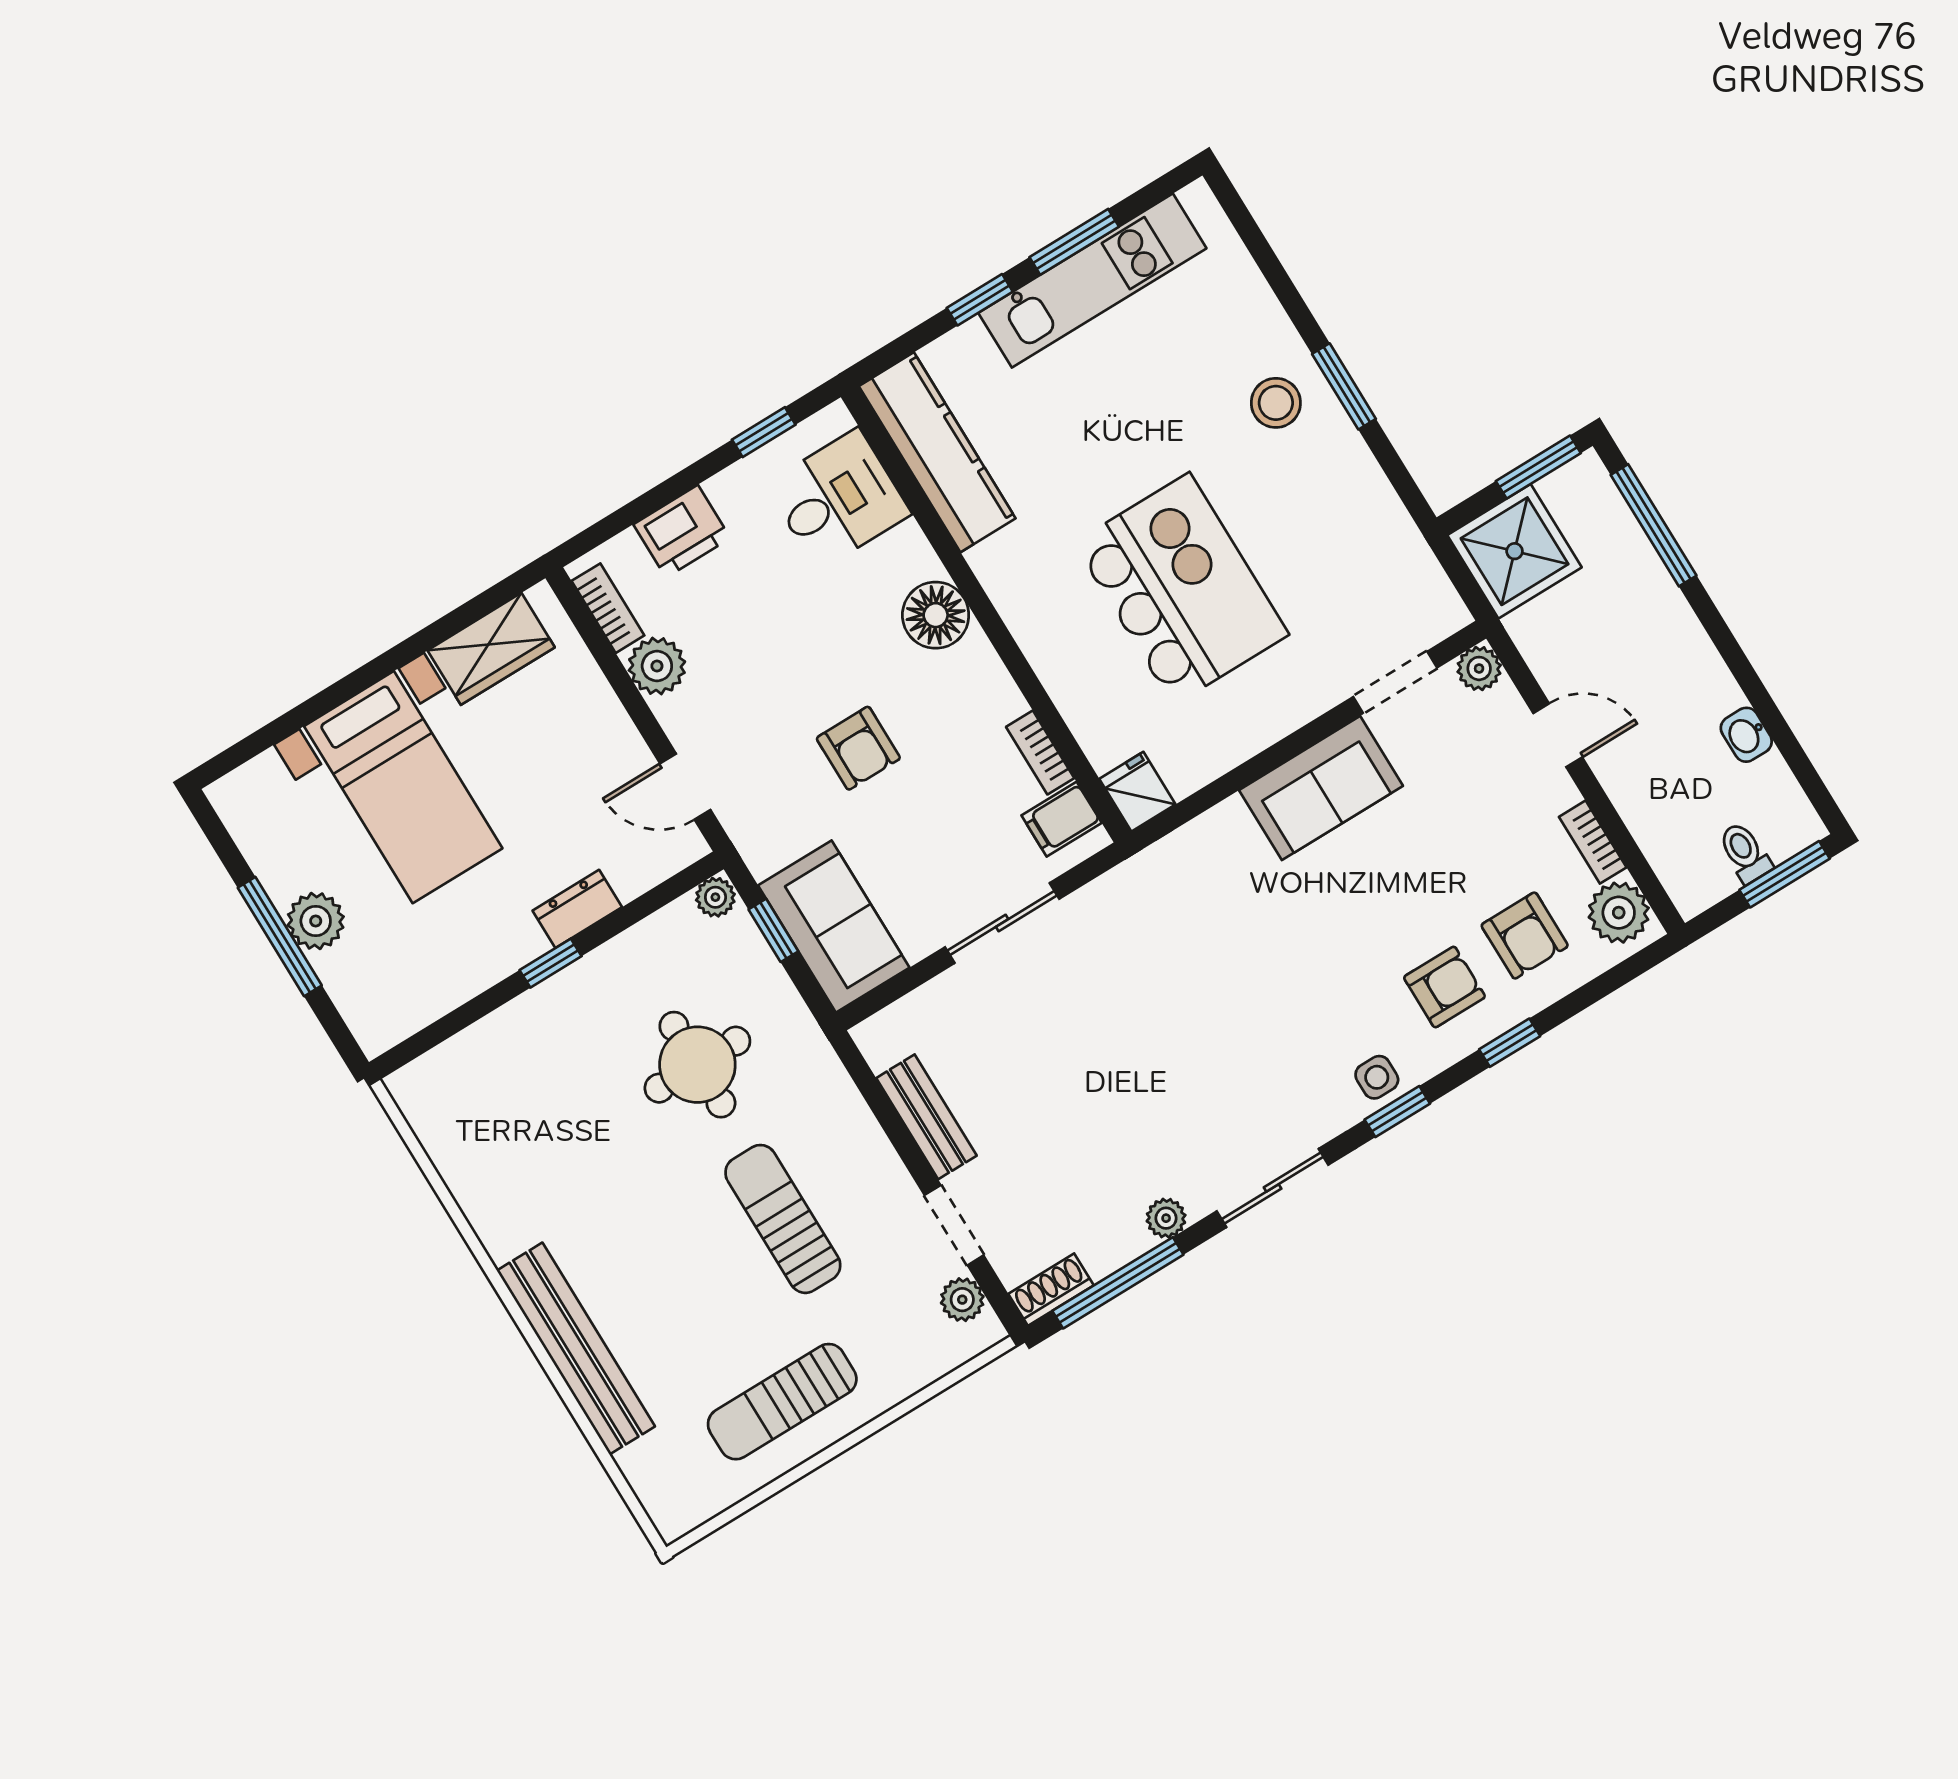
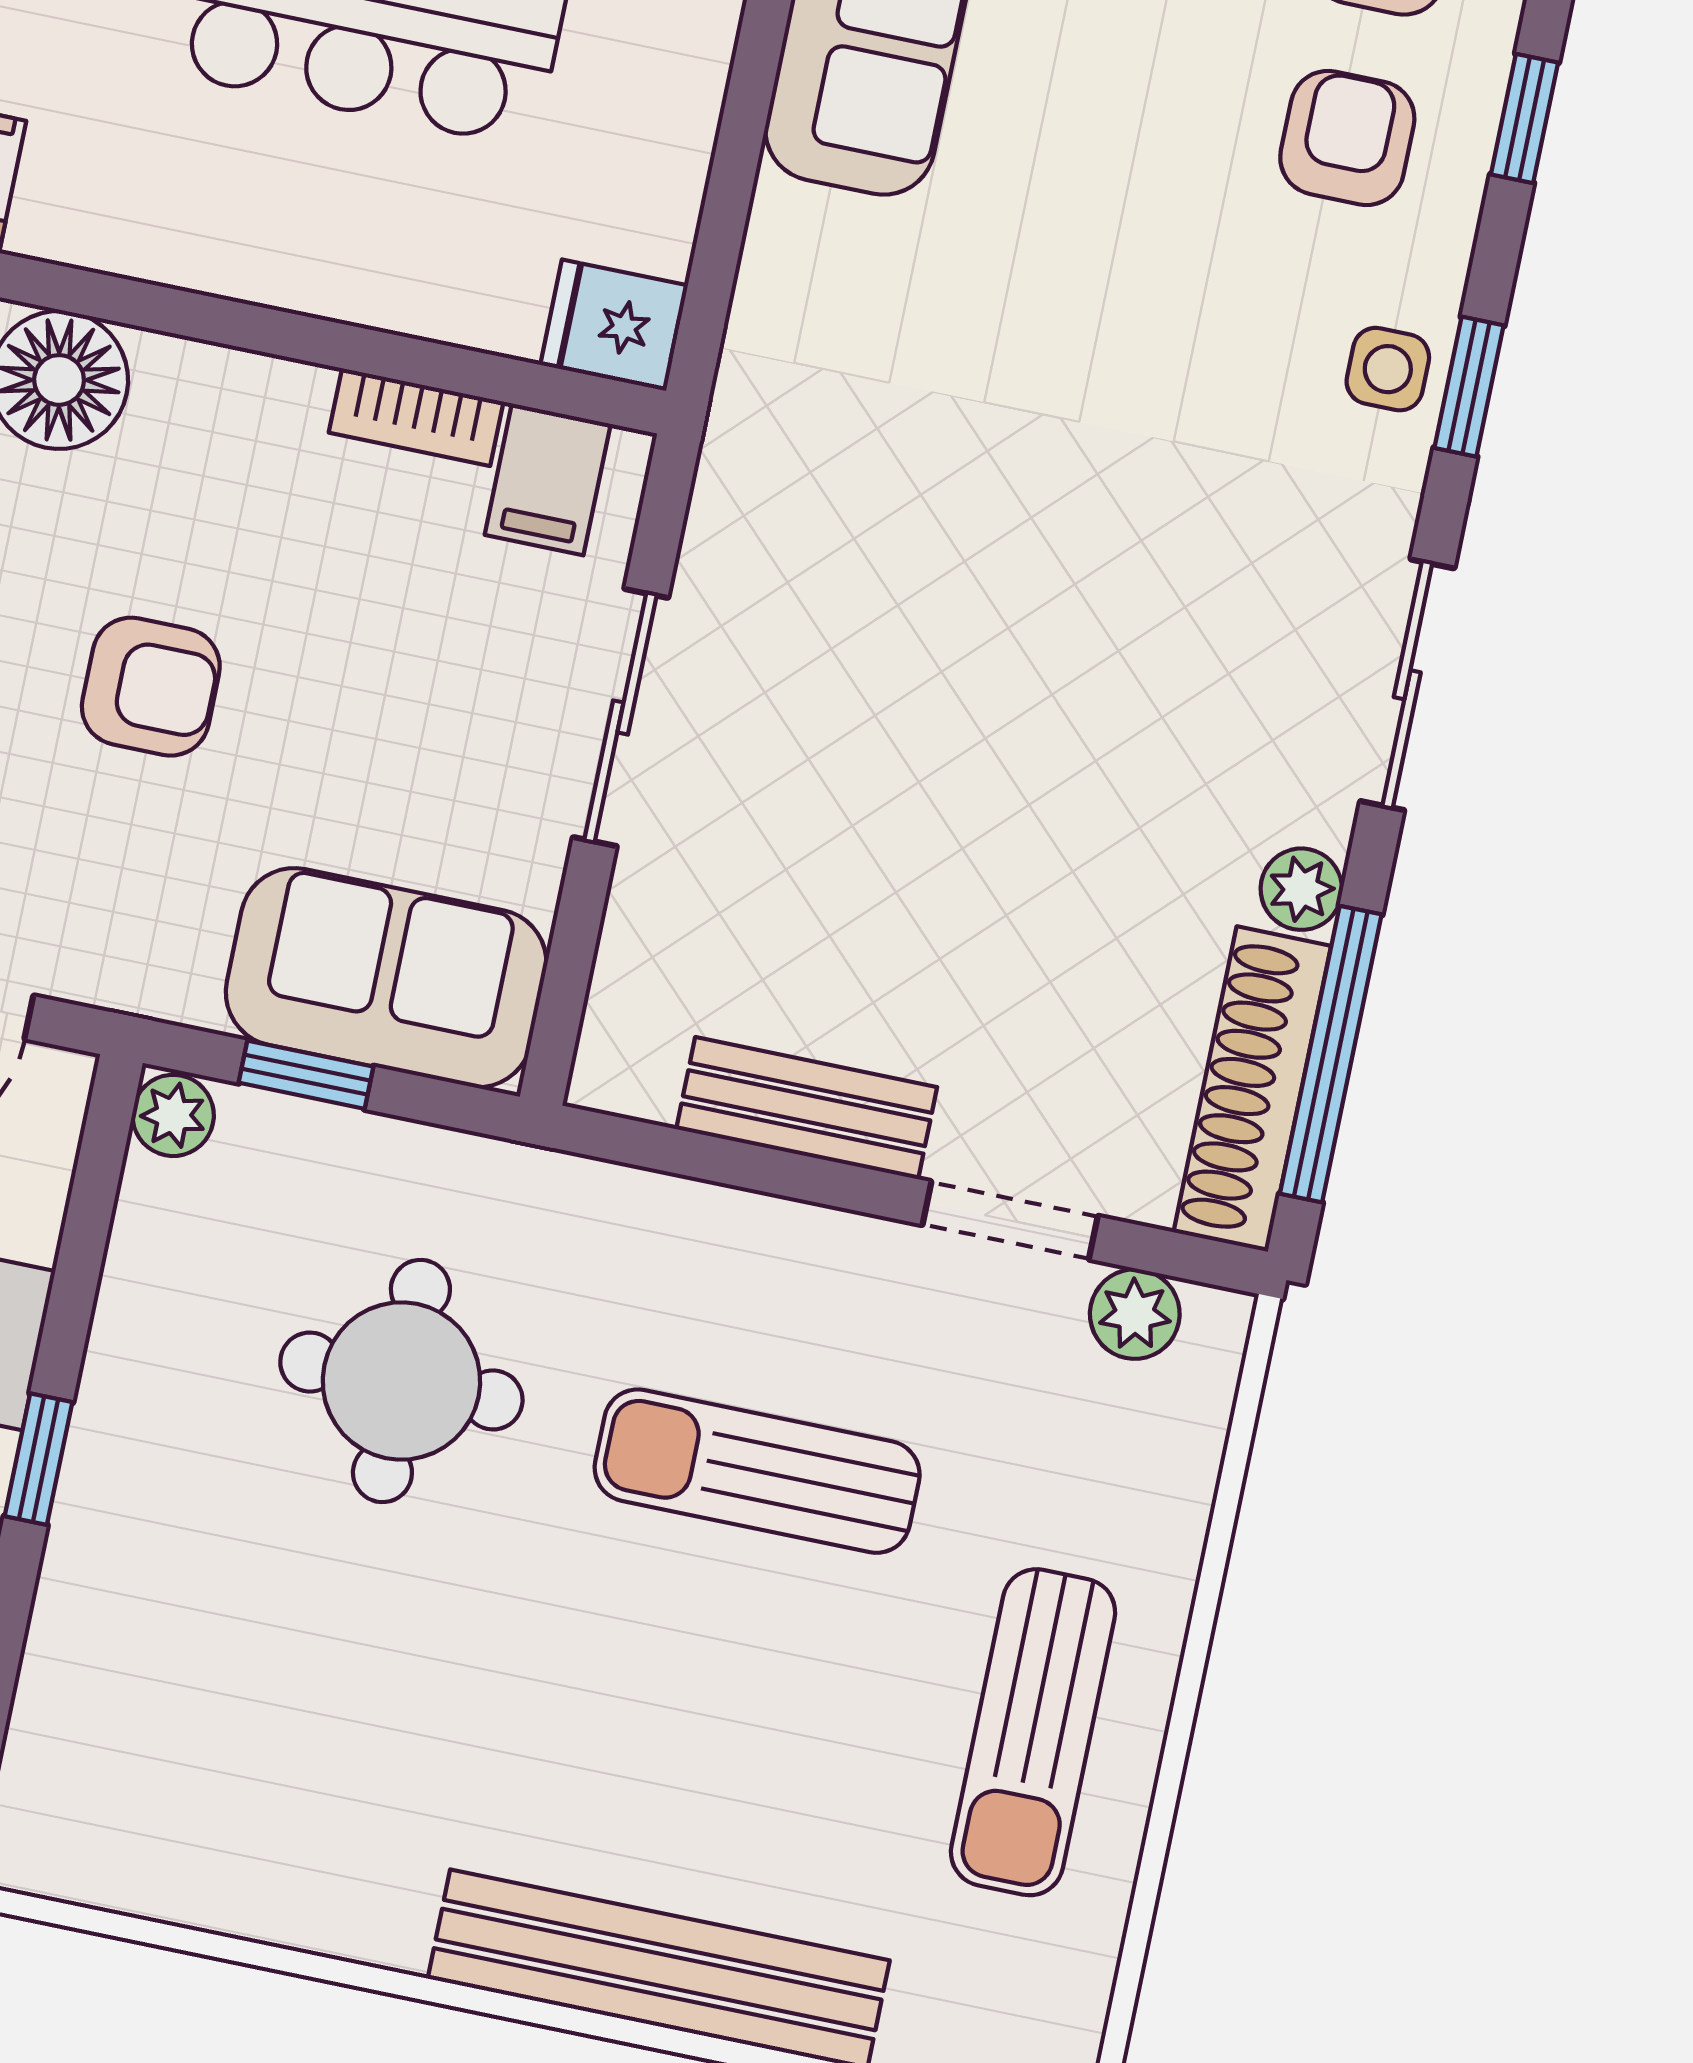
shoe rack: (1051, 1290) -> (1252, 1089), width x1.94, depth x1.24

